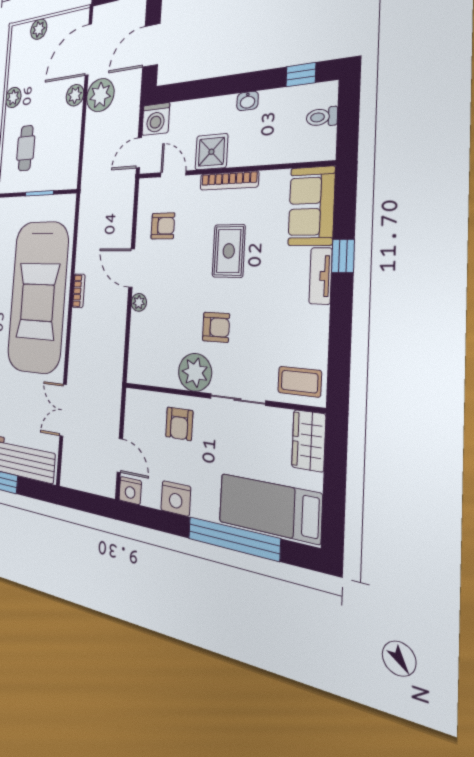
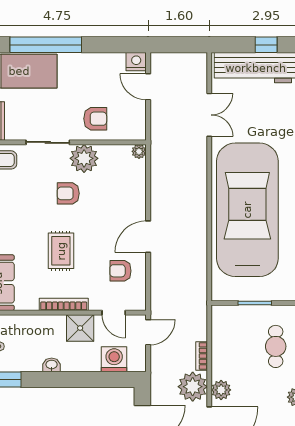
washing machine: (156, 119) -> (114, 359), moved
door: (132, 268) -> (148, 237), swing flipped
bookcase: (79, 291) -> (202, 356), moved
plant: (139, 302) -> (139, 151), moved
armchair: (179, 424) -> (95, 119), turned 90
nightstand: (176, 498) -> (95, 64), removed

